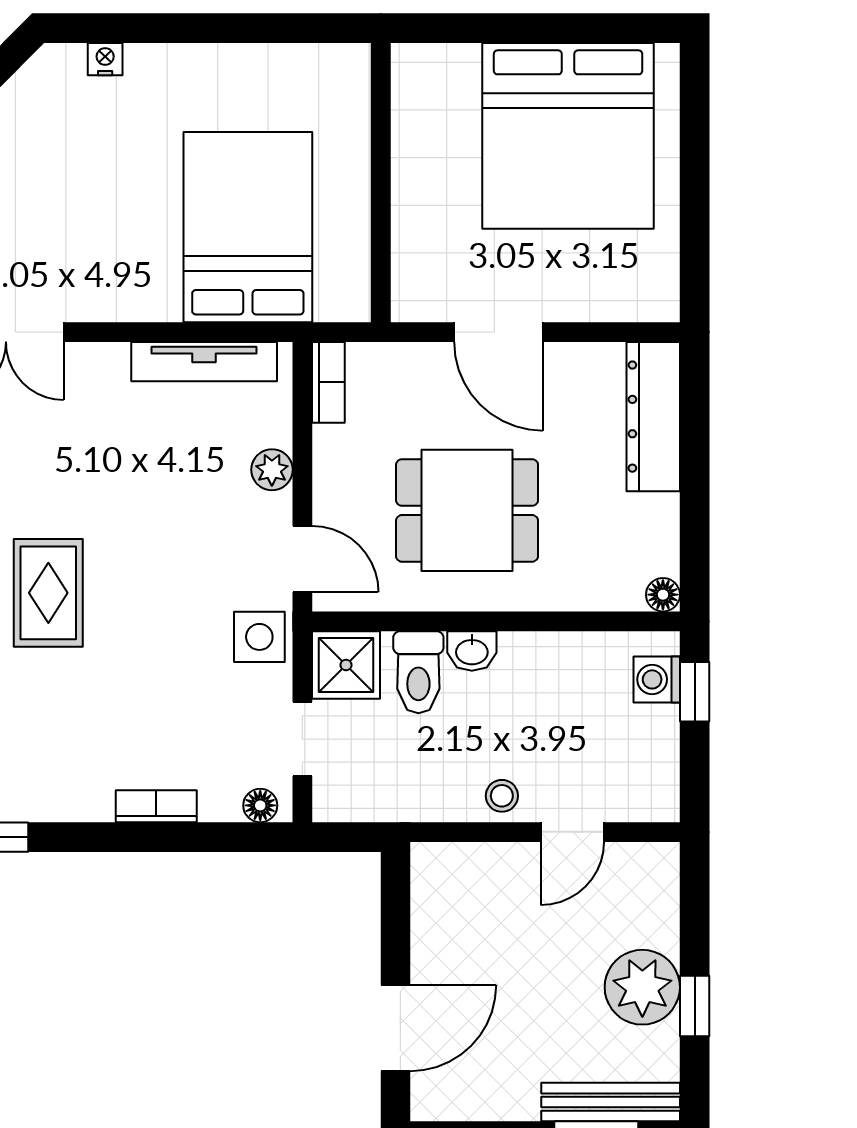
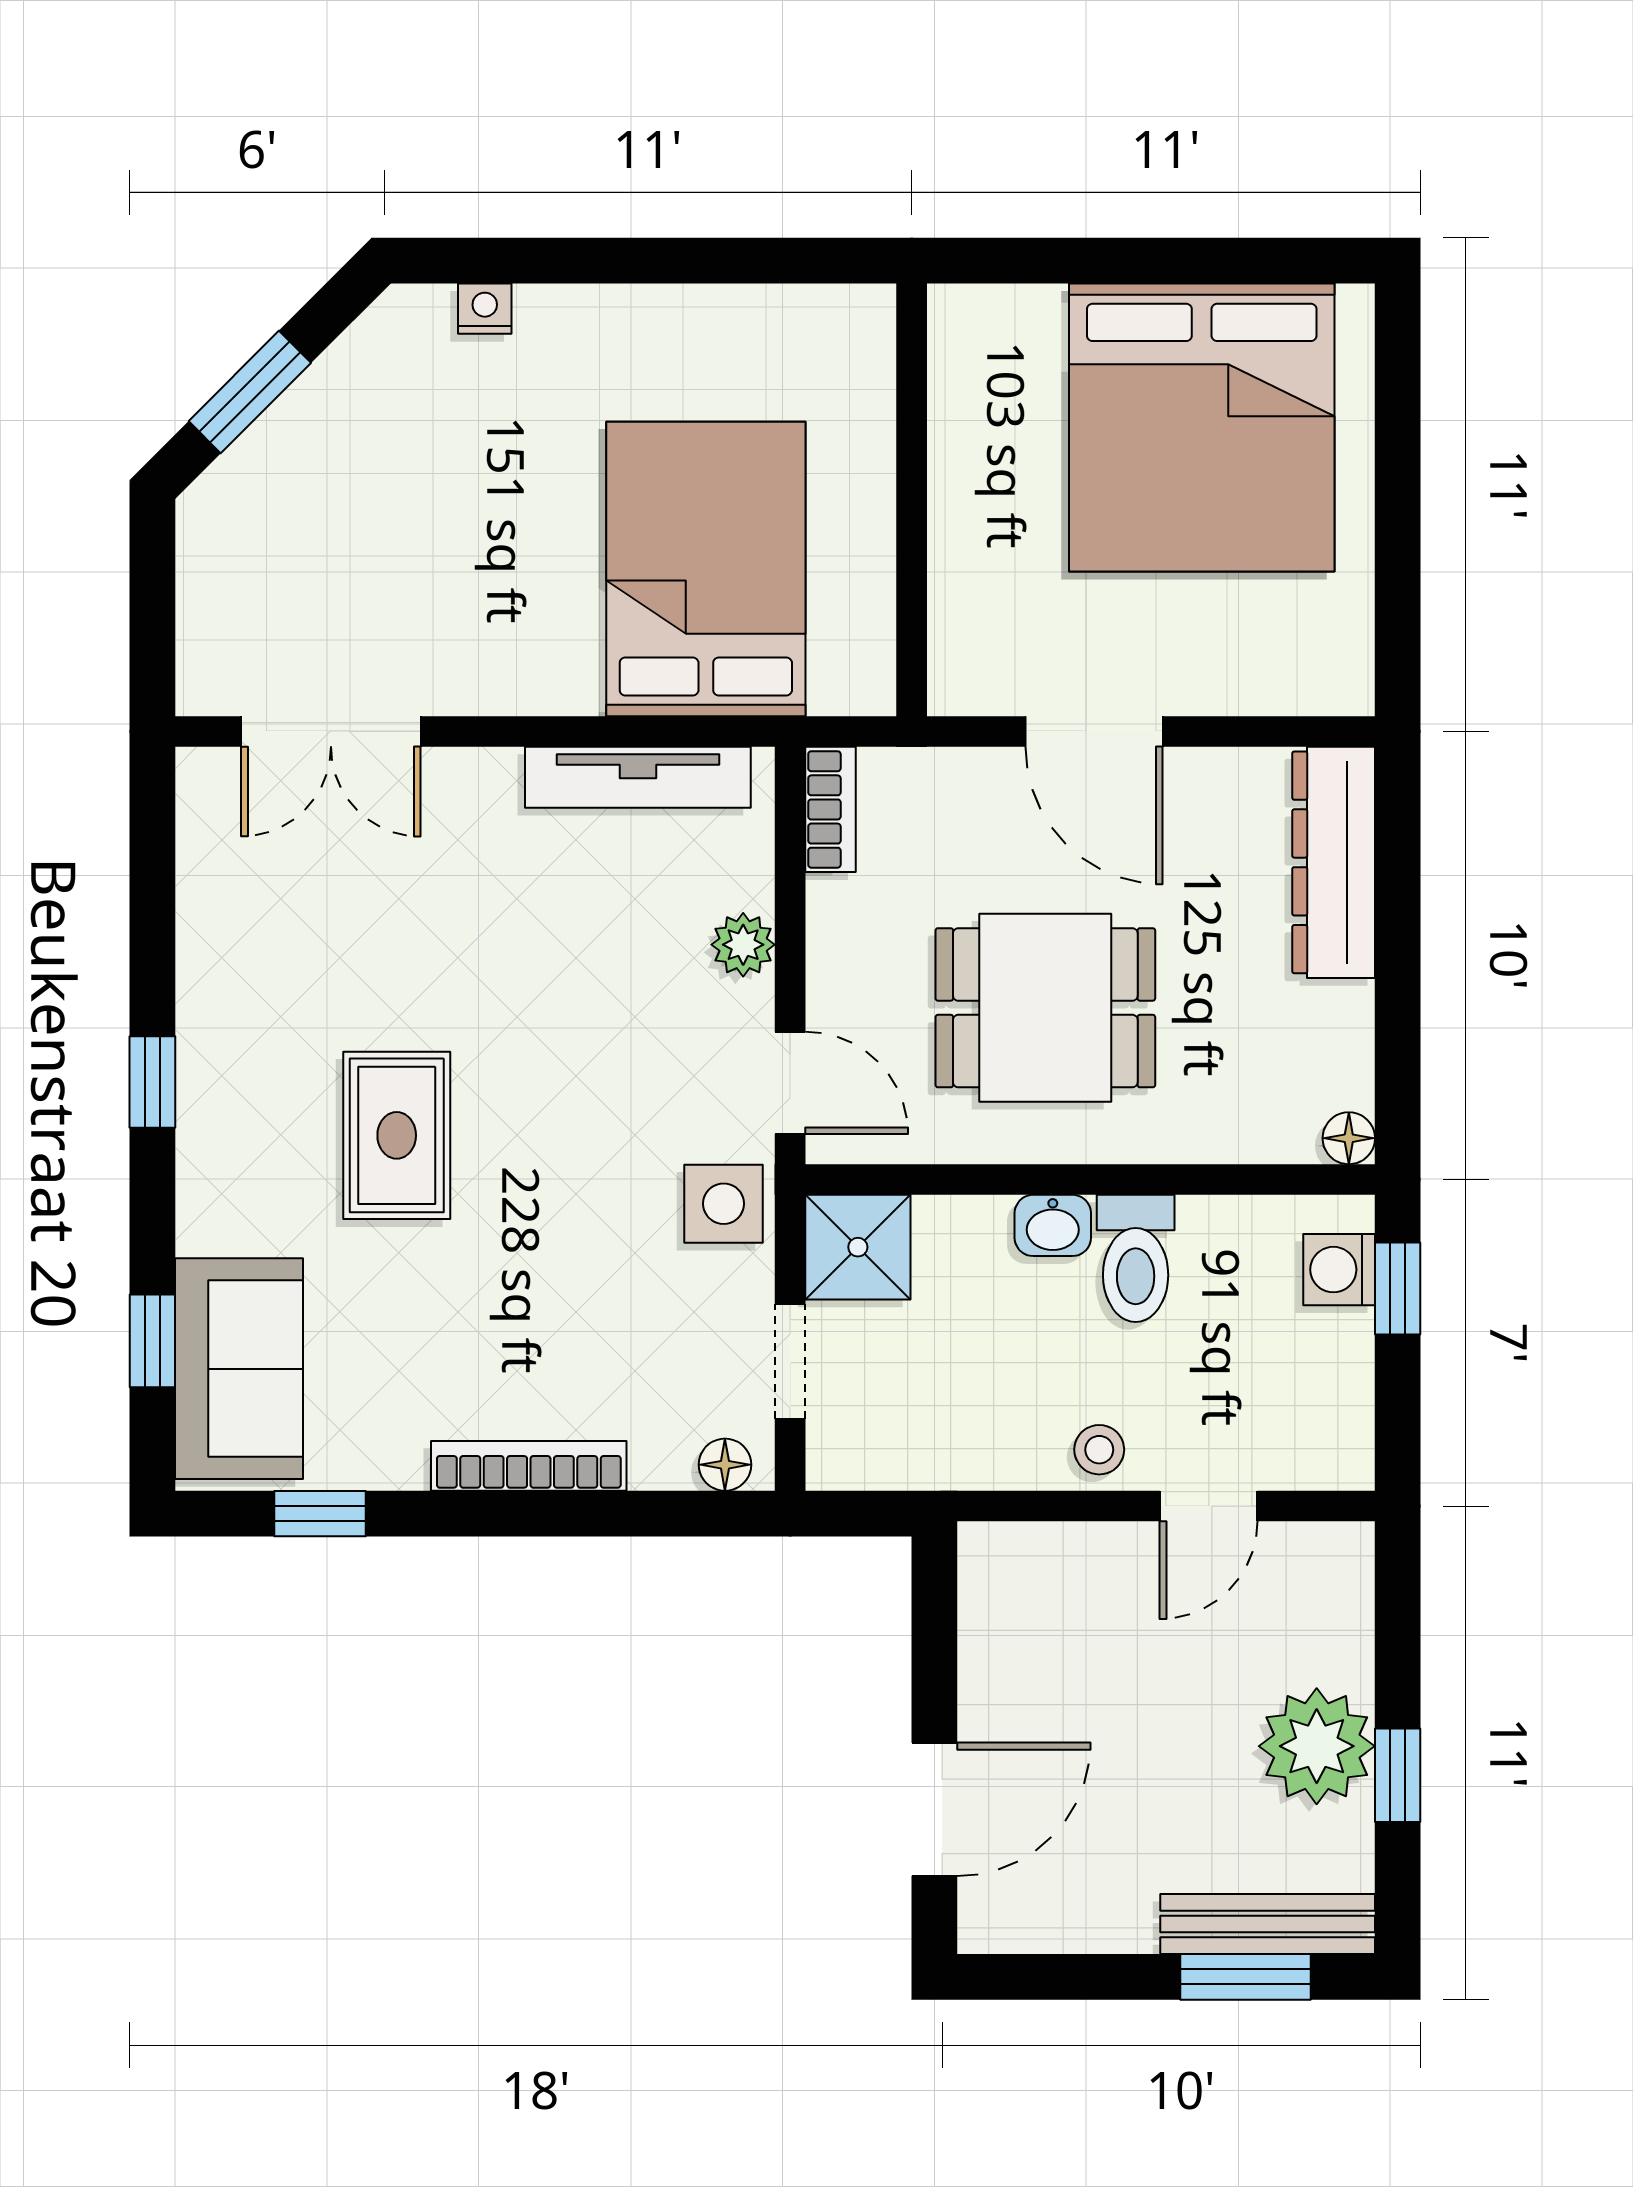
toilet: (418, 672) -> (1136, 1258), moved
bookcase: (156, 806) -> (529, 1466), width x1.56

